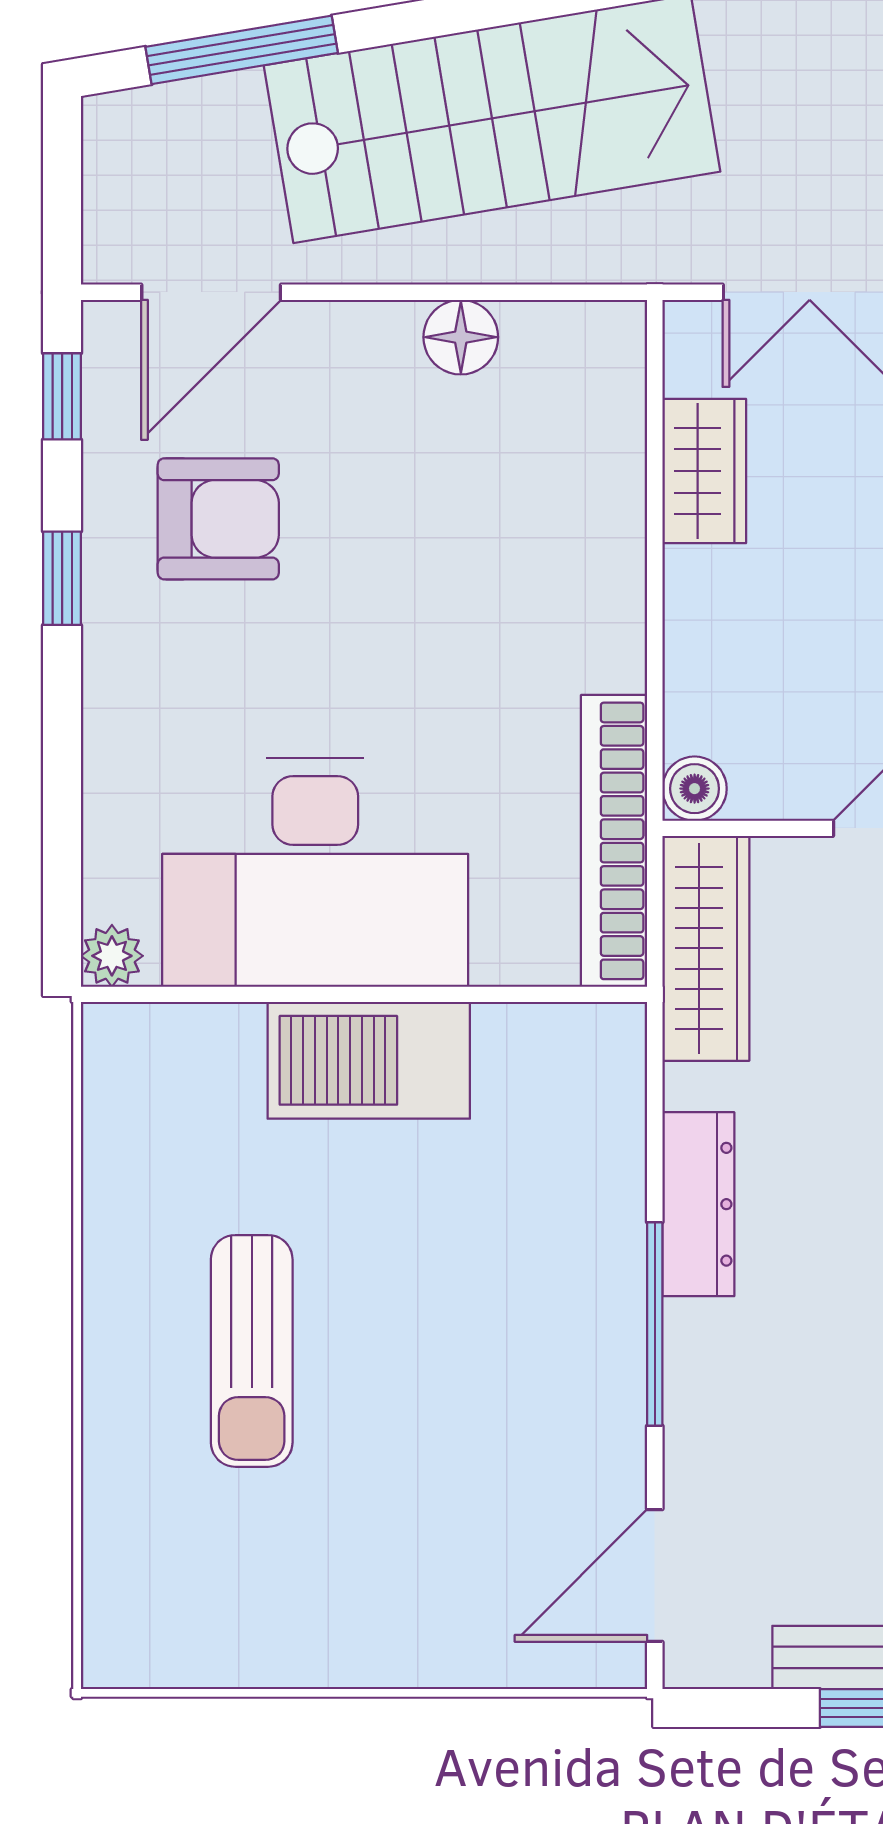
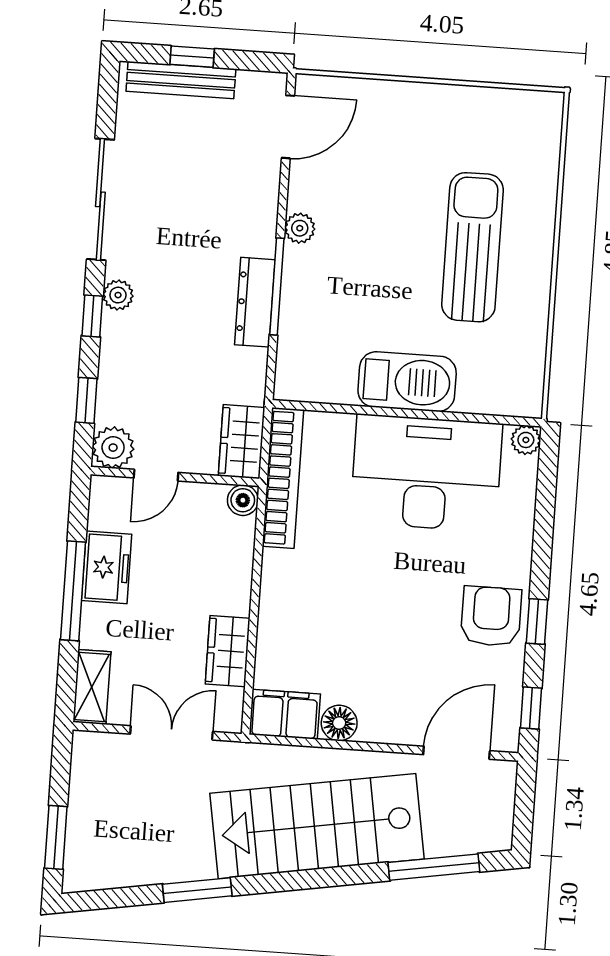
filing cabinet: (576, 347) -> (285, 714), added
armchair: (218, 519) -> (491, 616), moved, turned 90
wardrobe: (706, 948) -> (242, 442), width x0.67
window: (655, 1324) -> (277, 286), moved
sun lounger: (252, 1351) -> (472, 247), width x1.36, depth x1.34
plant: (615, 1365) -> (300, 228), added

